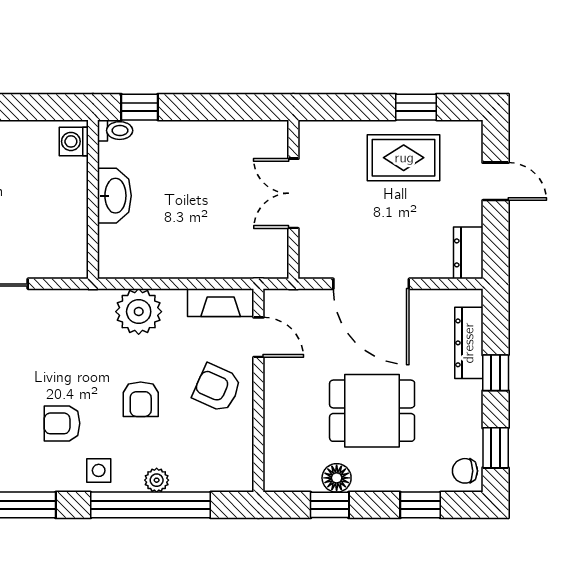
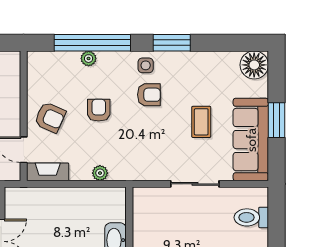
plant: (139, 312) -> (100, 173), width x0.53, depth x0.53
side table: (99, 470) -> (146, 65), moved

